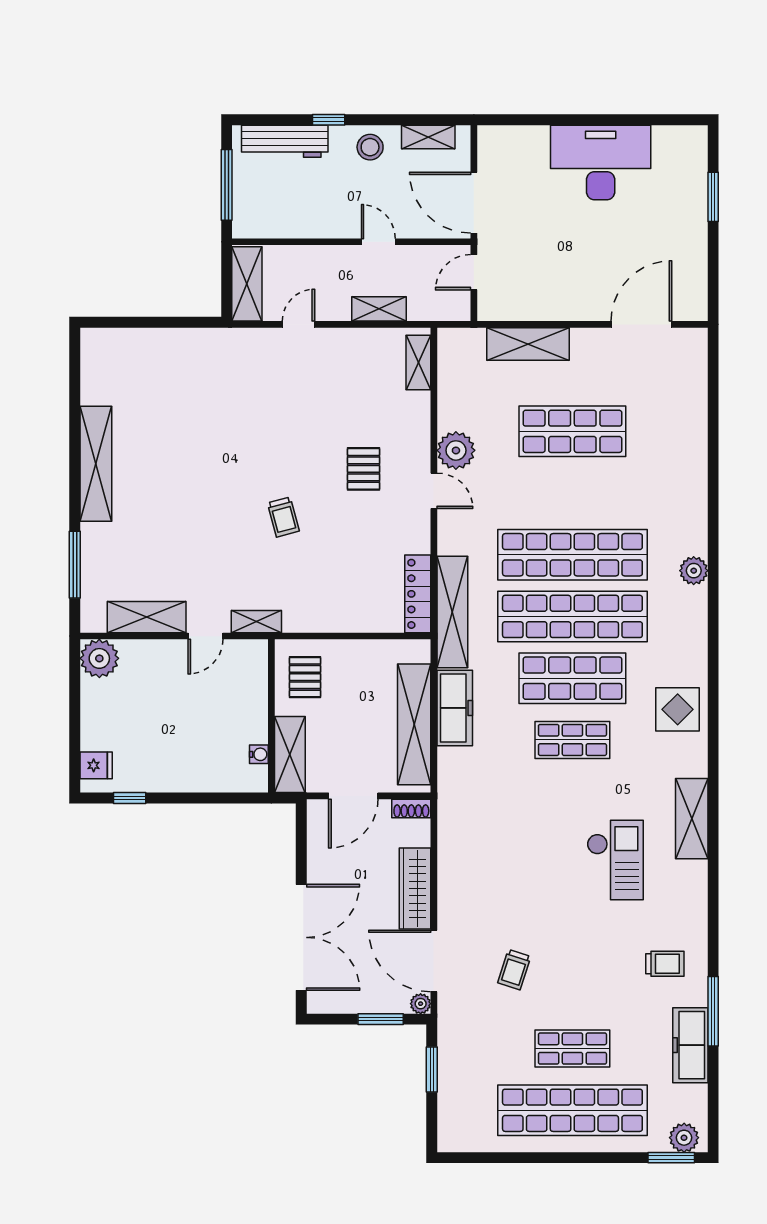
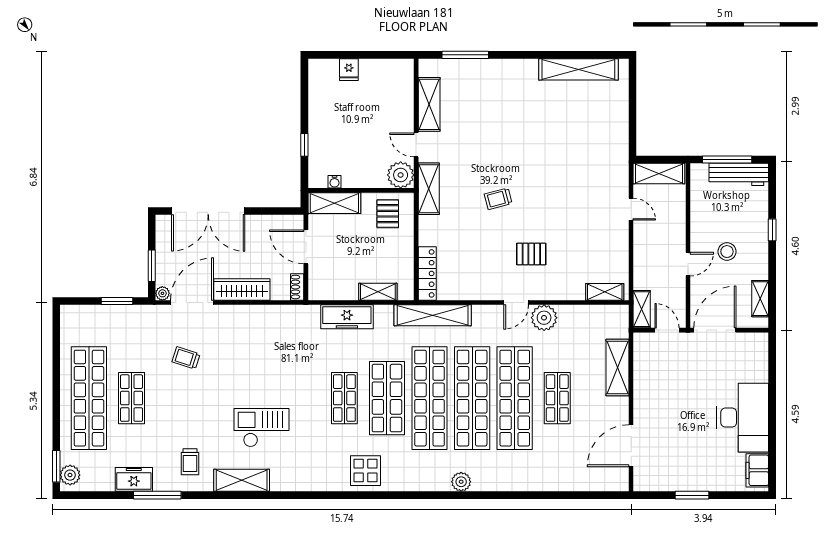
workbench: (285, 141) -> (739, 174), moved, turned -90
filing cabinet: (677, 141) -> (757, 470), added
stool: (370, 147) -> (727, 252), moved
window: (713, 197) -> (692, 495), moved
shelving: (379, 309) -> (642, 309), moved
door: (641, 324) -> (631, 446), swing flipped
shop shelf: (572, 431) -> (557, 398), width x0.70, depth x0.74
shelving: (96, 464) -> (578, 69), moved
shop shelf: (572, 493) -> (515, 398), added
locker: (418, 594) -> (427, 273), moved, turned 90
shelving: (256, 622) -> (429, 189), width x1.50, depth x1.33
plant: (99, 658) -> (401, 175), moved
pallet: (305, 677) -> (388, 214), turned 90
freezer: (455, 708) -> (347, 317), moved
shelving: (414, 724) -> (378, 292), width x0.45, depth x0.75
fridge: (96, 765) -> (349, 70), moved
window: (130, 798) -> (304, 145), moved
shelving: (692, 819) -> (242, 480), moved
checkout: (615, 860) -> (262, 428), turned 180
freezer: (690, 1045) -> (134, 479), width x0.71

